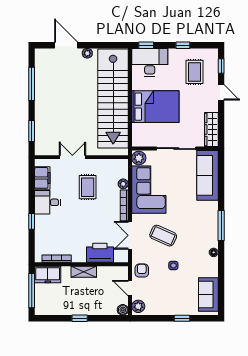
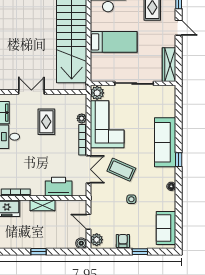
bed: (155, 107) -> (114, 42), width x0.67
sofa: (207, 175) -> (165, 142), moved
window: (221, 225) -> (179, 160), width x0.46
double door: (130, 235) -> (88, 169), swing flipped
armchair: (142, 271) -> (123, 241), moved

